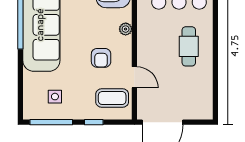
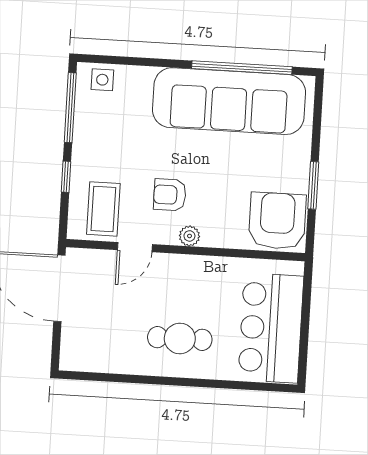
plant: (126, 29) -> (189, 236), moved
side table: (55, 97) -> (102, 80), moved

